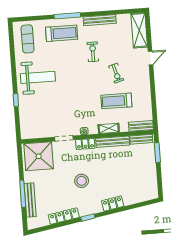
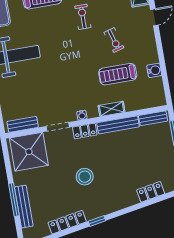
water cooler: (146, 101) -> (154, 70), added
bench: (141, 126) -> (23, 124), moved
locker: (113, 204) -> (151, 192), moved

